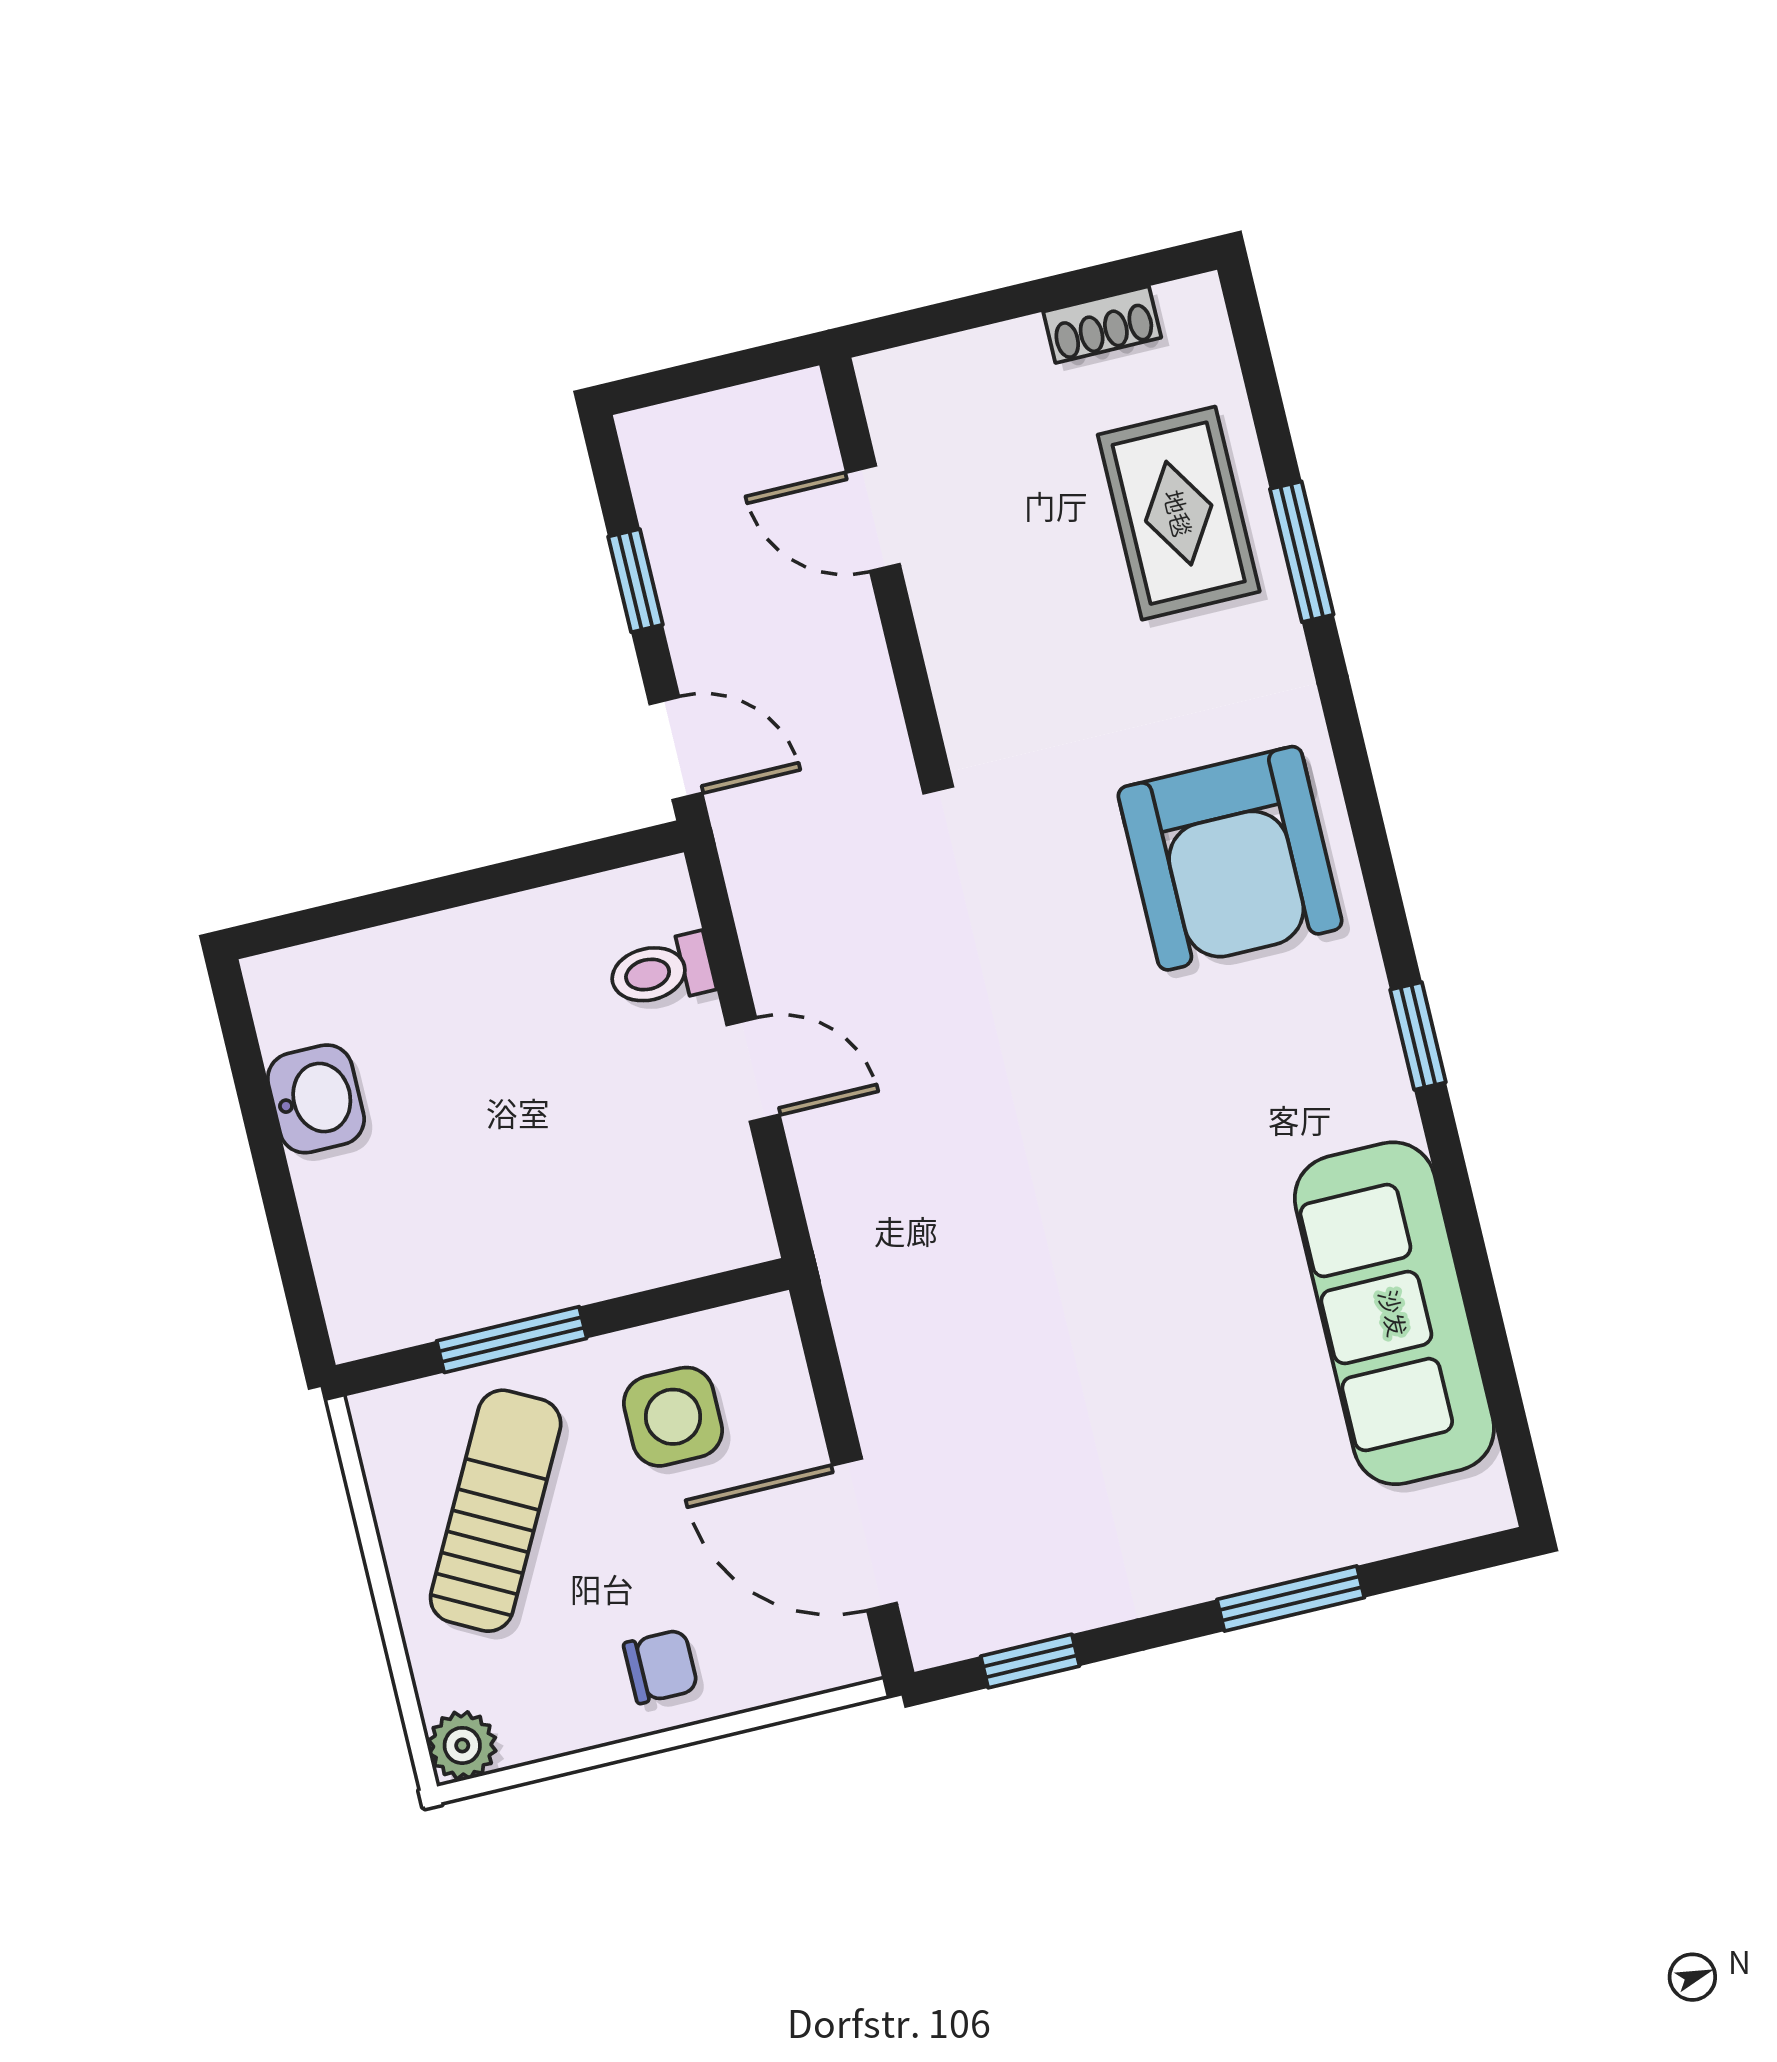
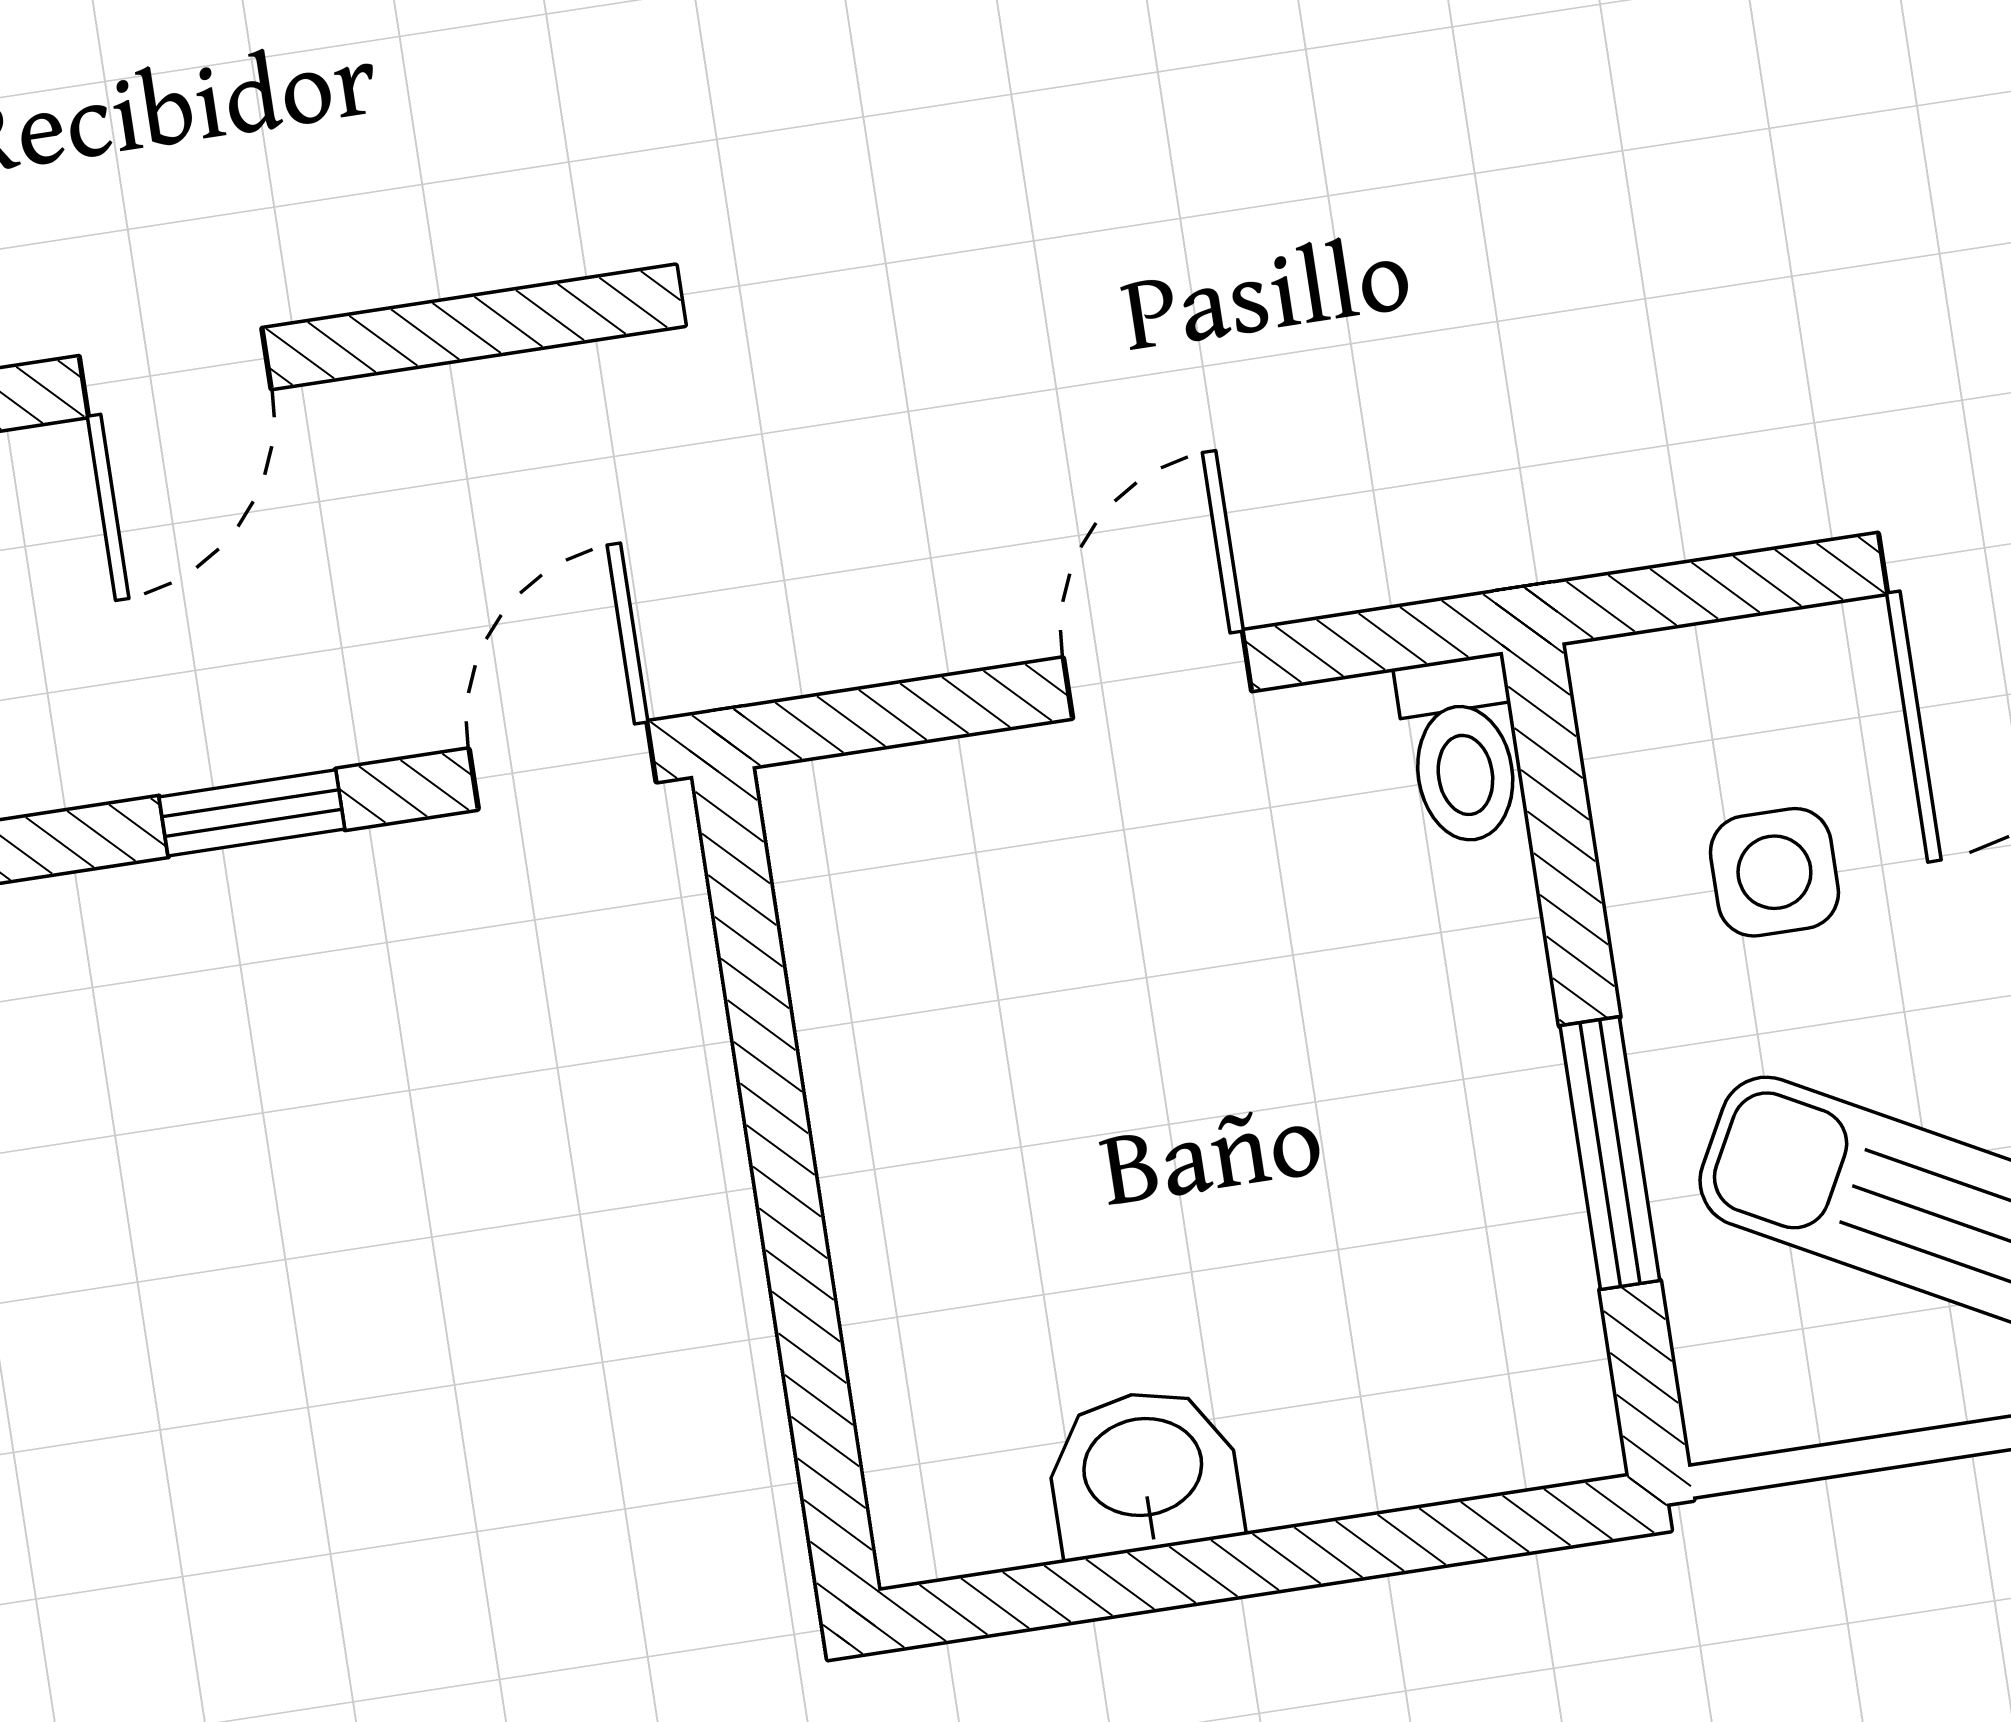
toilet: (661, 971) -> (1462, 750), moved
side table: (673, 1417) -> (1774, 872), width x0.73, depth x0.73

